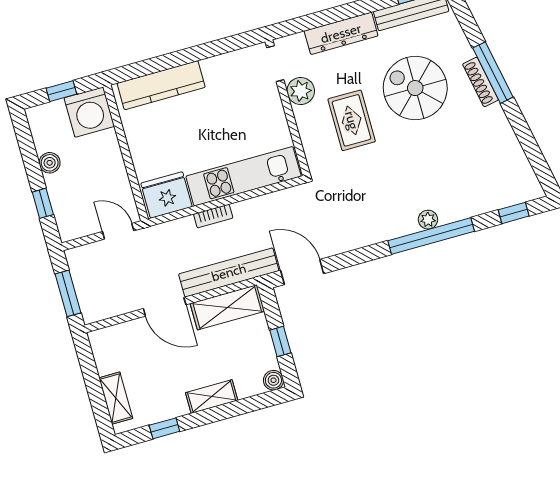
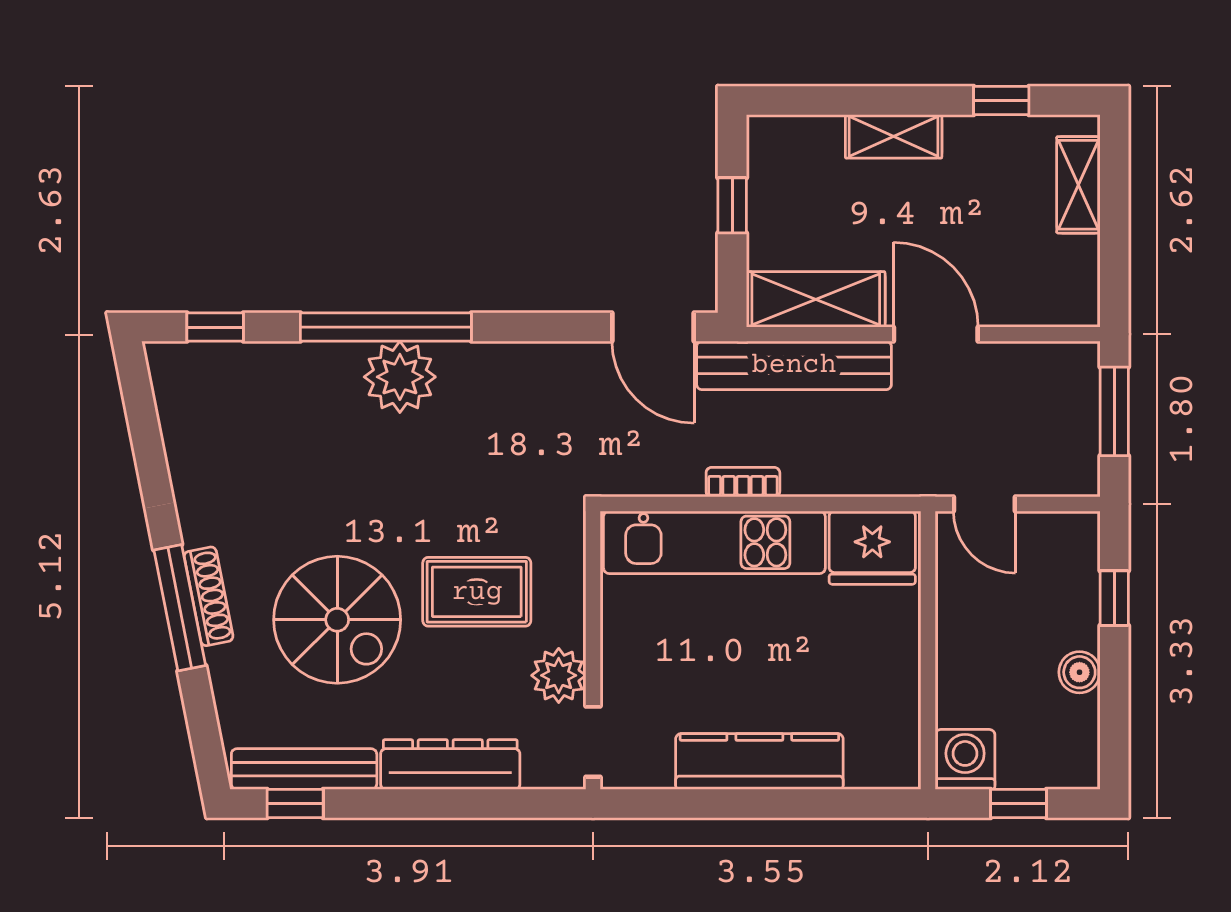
kitchen counter: (161, 85) -> (759, 762), moved
washing machine: (89, 112) -> (965, 759), width x0.73, depth x0.73
rug: (352, 120) -> (477, 592), turned 90
bookcase: (213, 216) -> (743, 482), moved
plant: (428, 220) -> (400, 377), width x1.88, depth x1.88
boiler: (273, 380) -> (766, 135), removed

